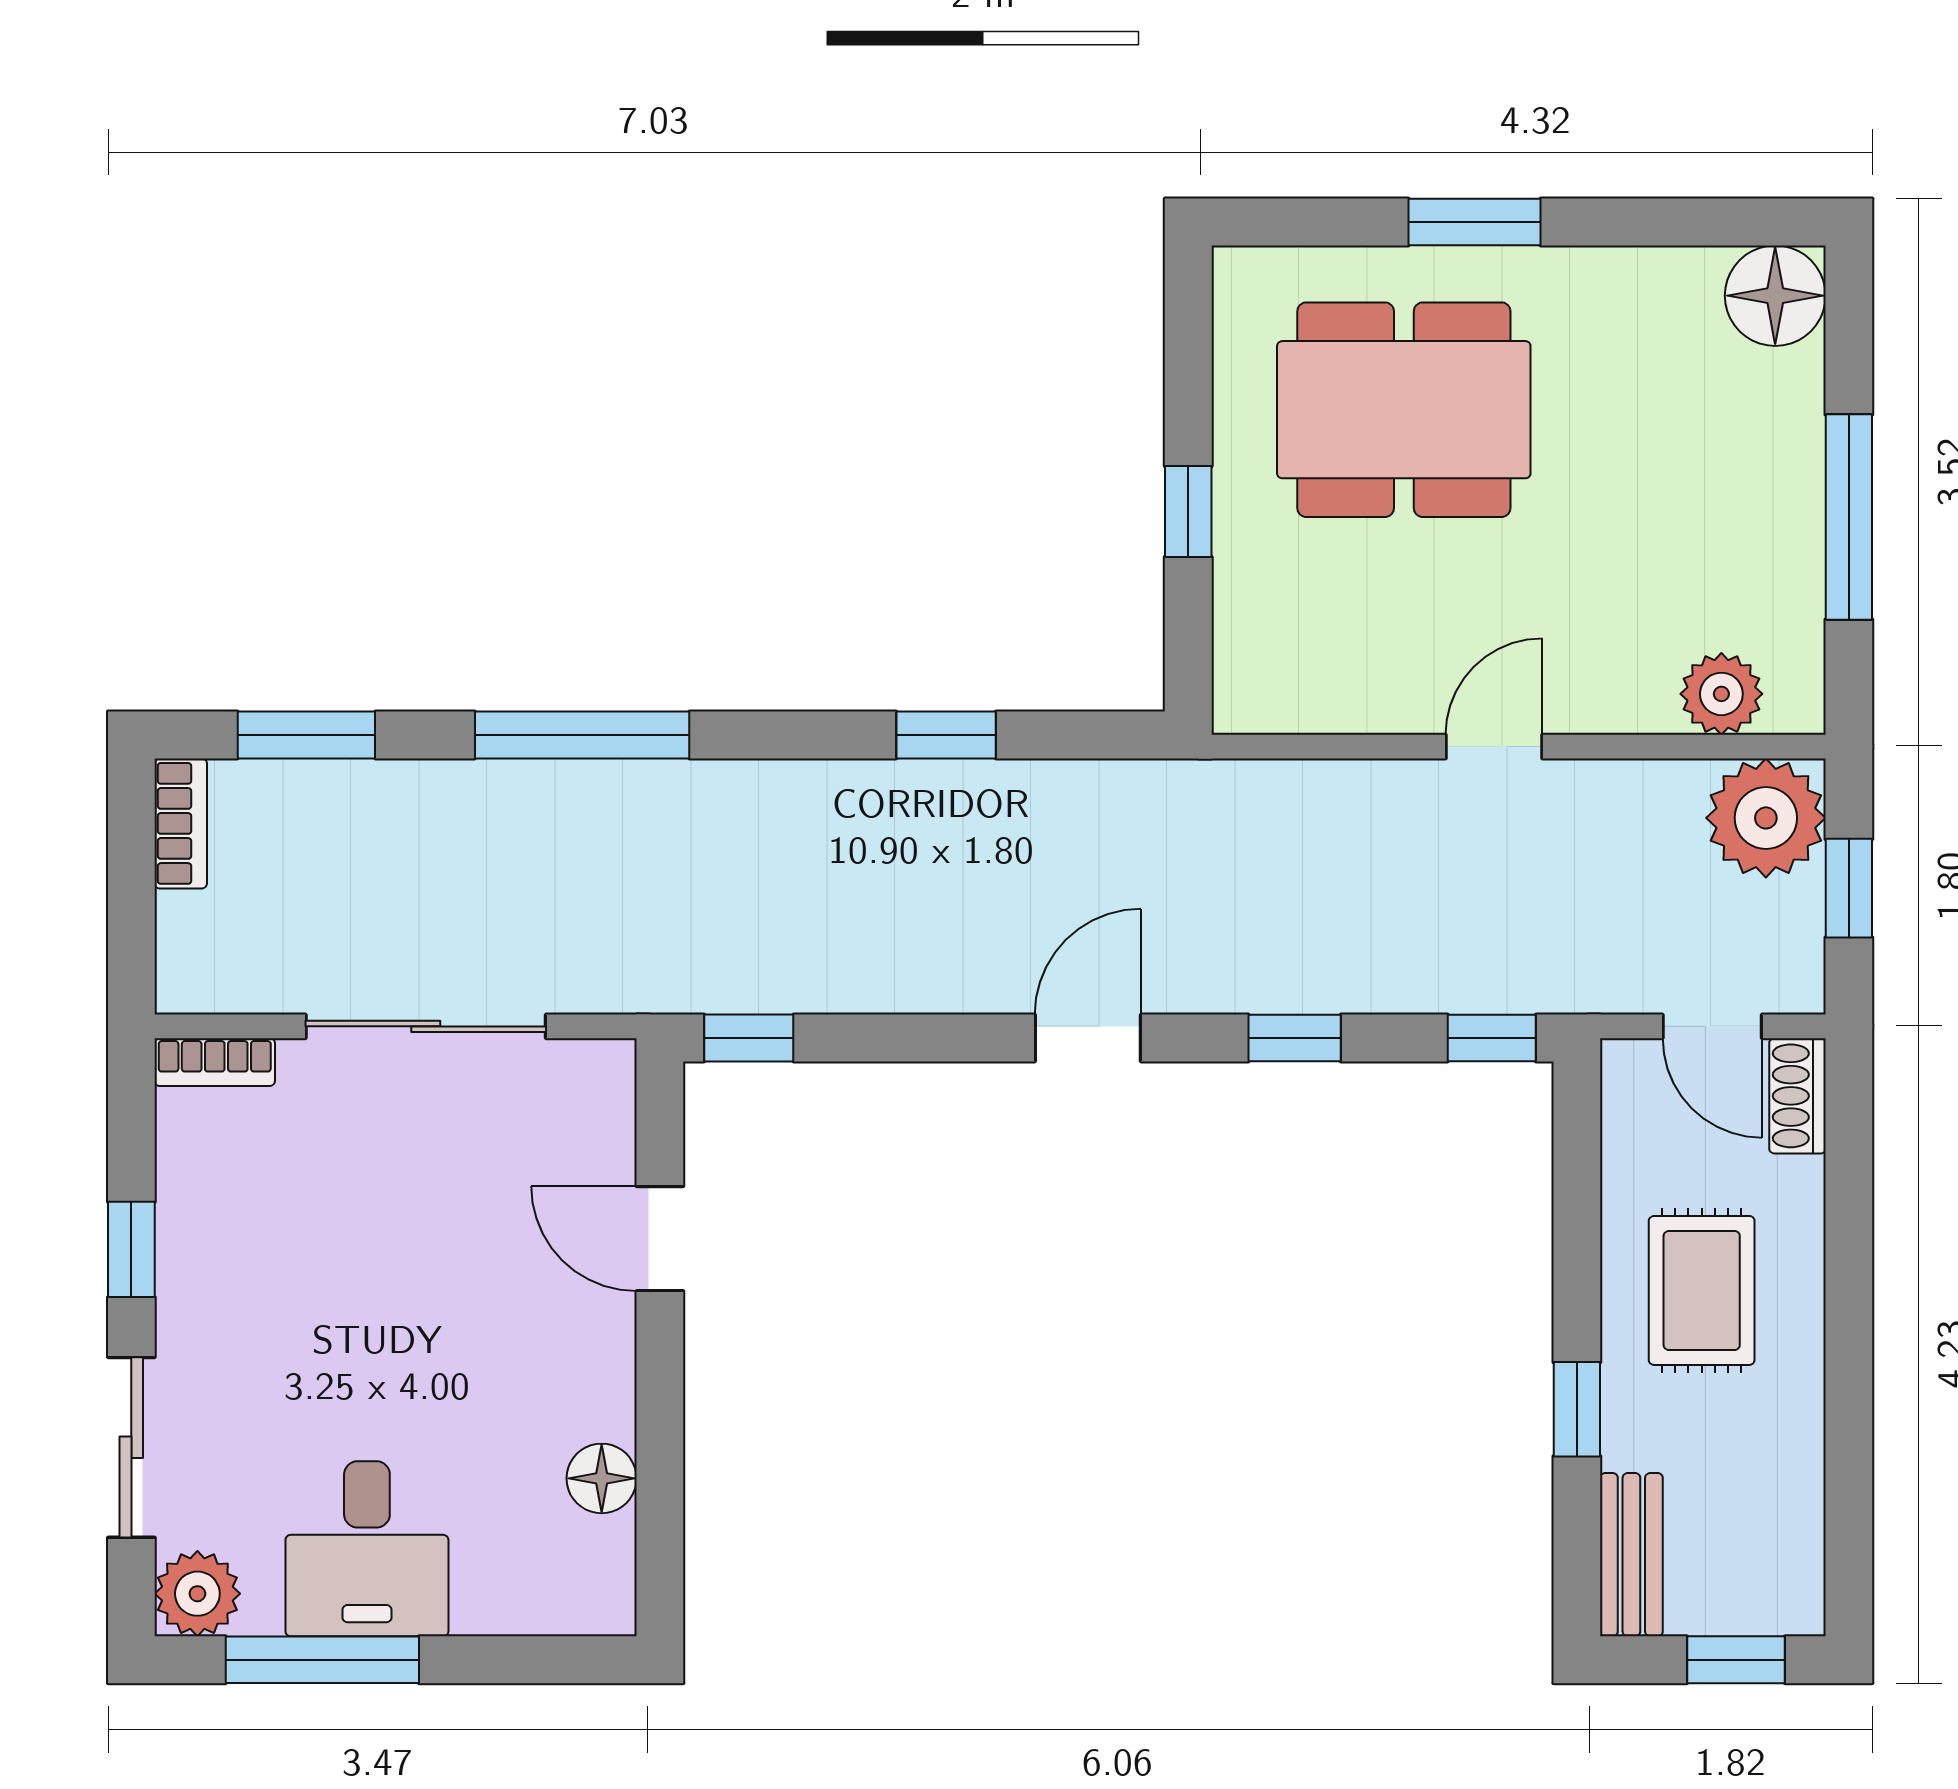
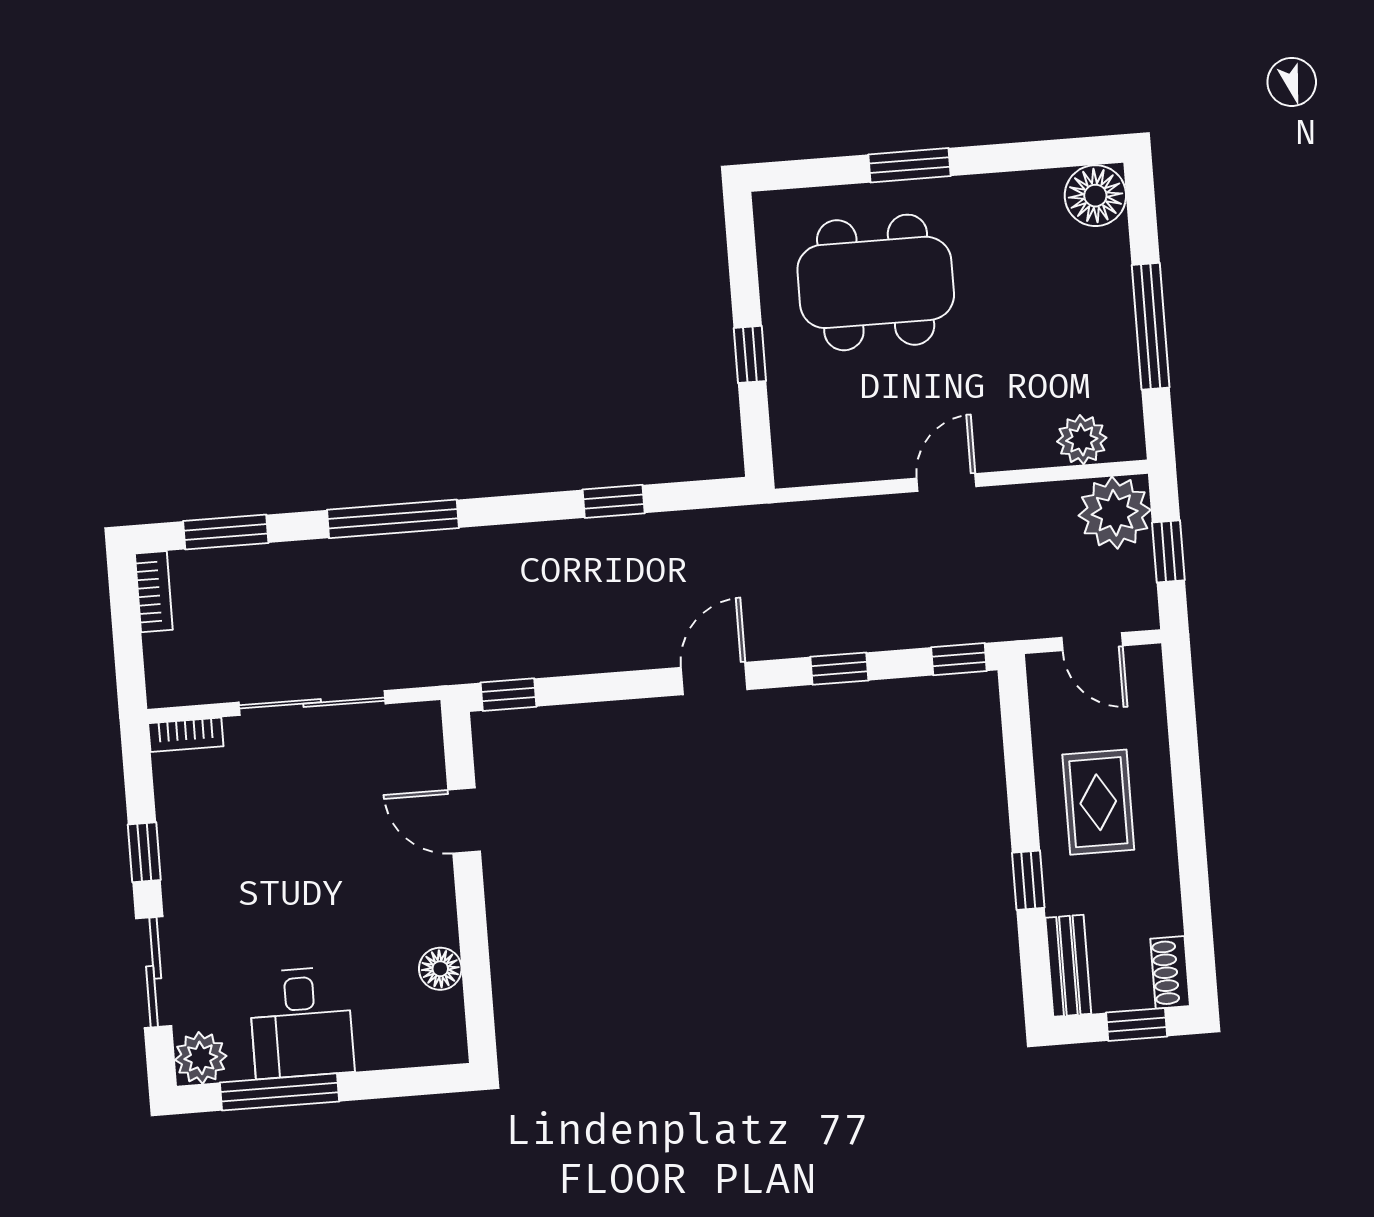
shoe rack: (1798, 1096) -> (1170, 972), moved

